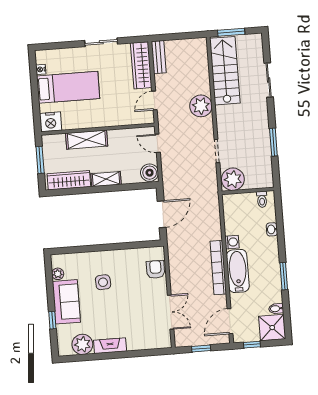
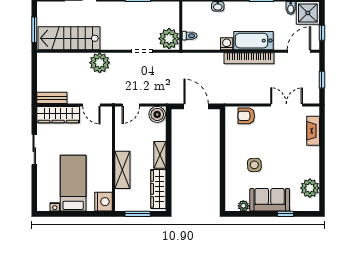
toilet: (262, 199) -> (190, 36), moved
door: (230, 321) -> (299, 51), swing flipped
fireplace: (110, 346) -> (313, 131), moved

